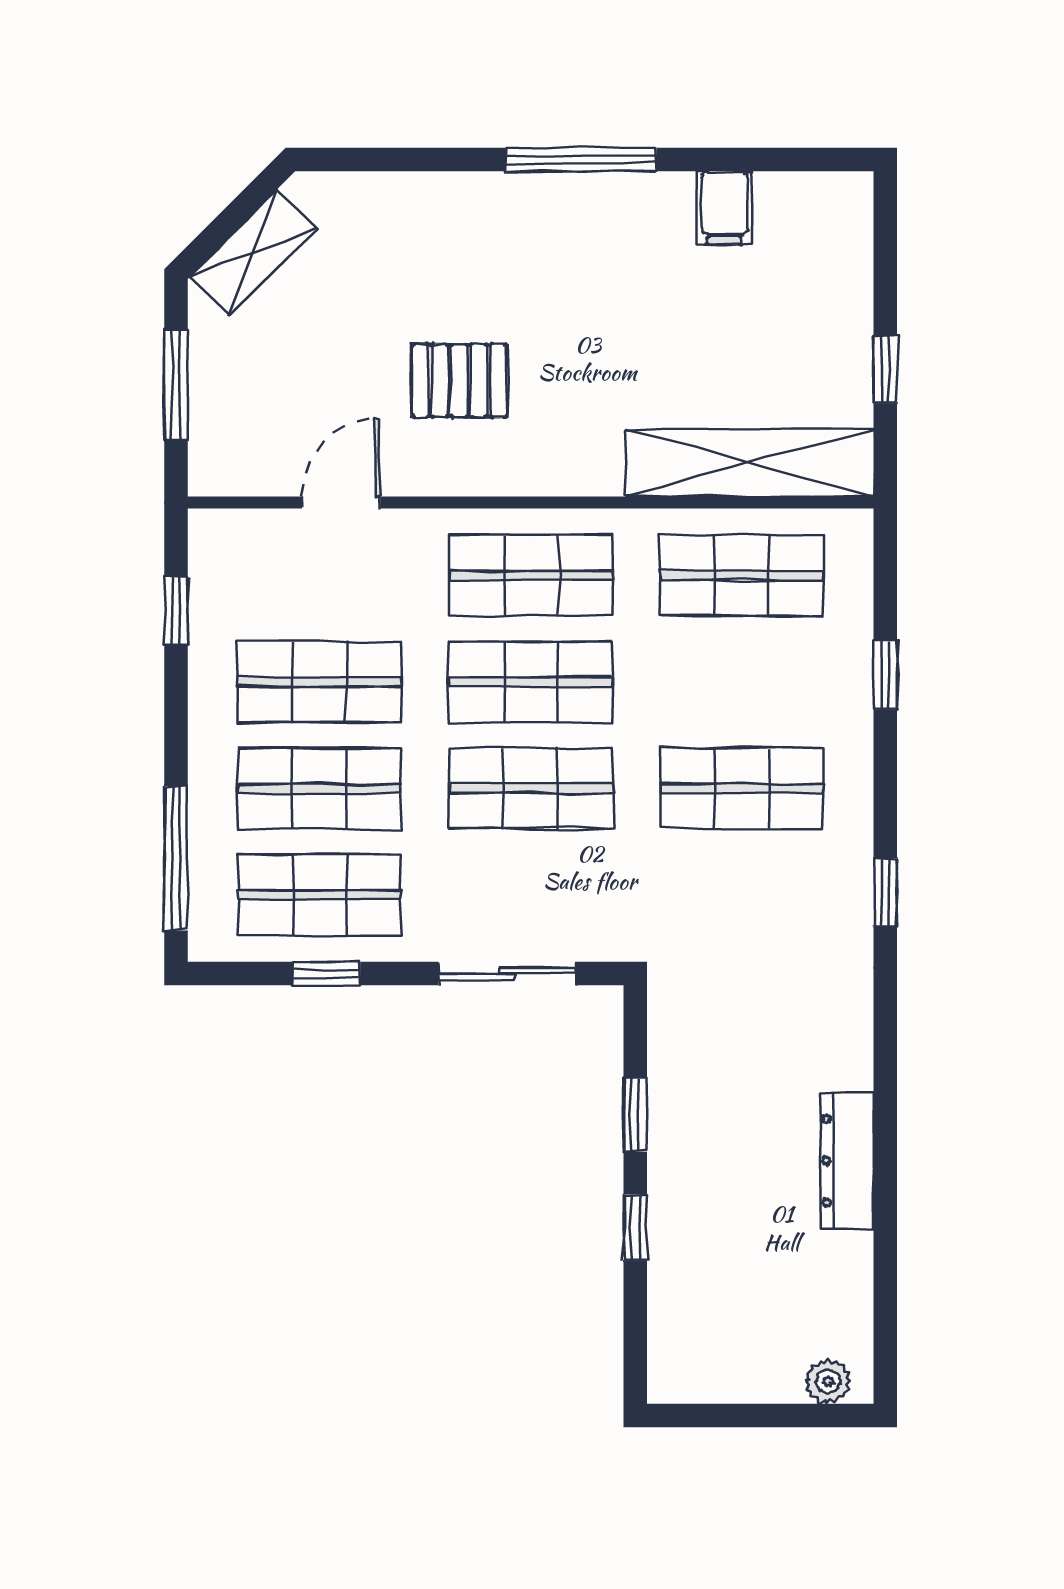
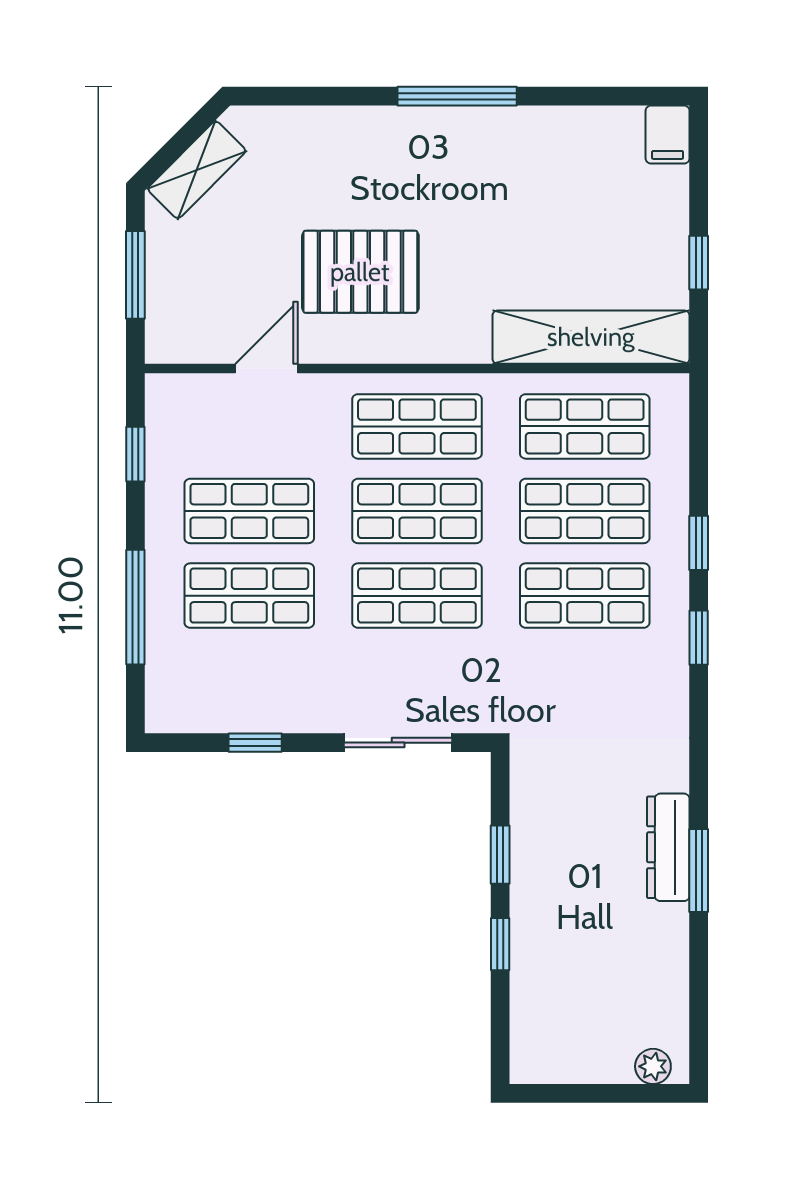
filing cabinet: (724, 208) -> (668, 135), moved
pallet: (459, 381) -> (360, 272), width x1.50, depth x1.42
window: (885, 675) -> (699, 543), moved
window: (176, 858) -> (135, 607), moved
window: (885, 893) -> (699, 638), moved
shop shelf: (319, 895) -> (585, 511), moved
window: (885, 1135) -> (699, 871), added
dresser: (847, 1161) -> (668, 847), moved

